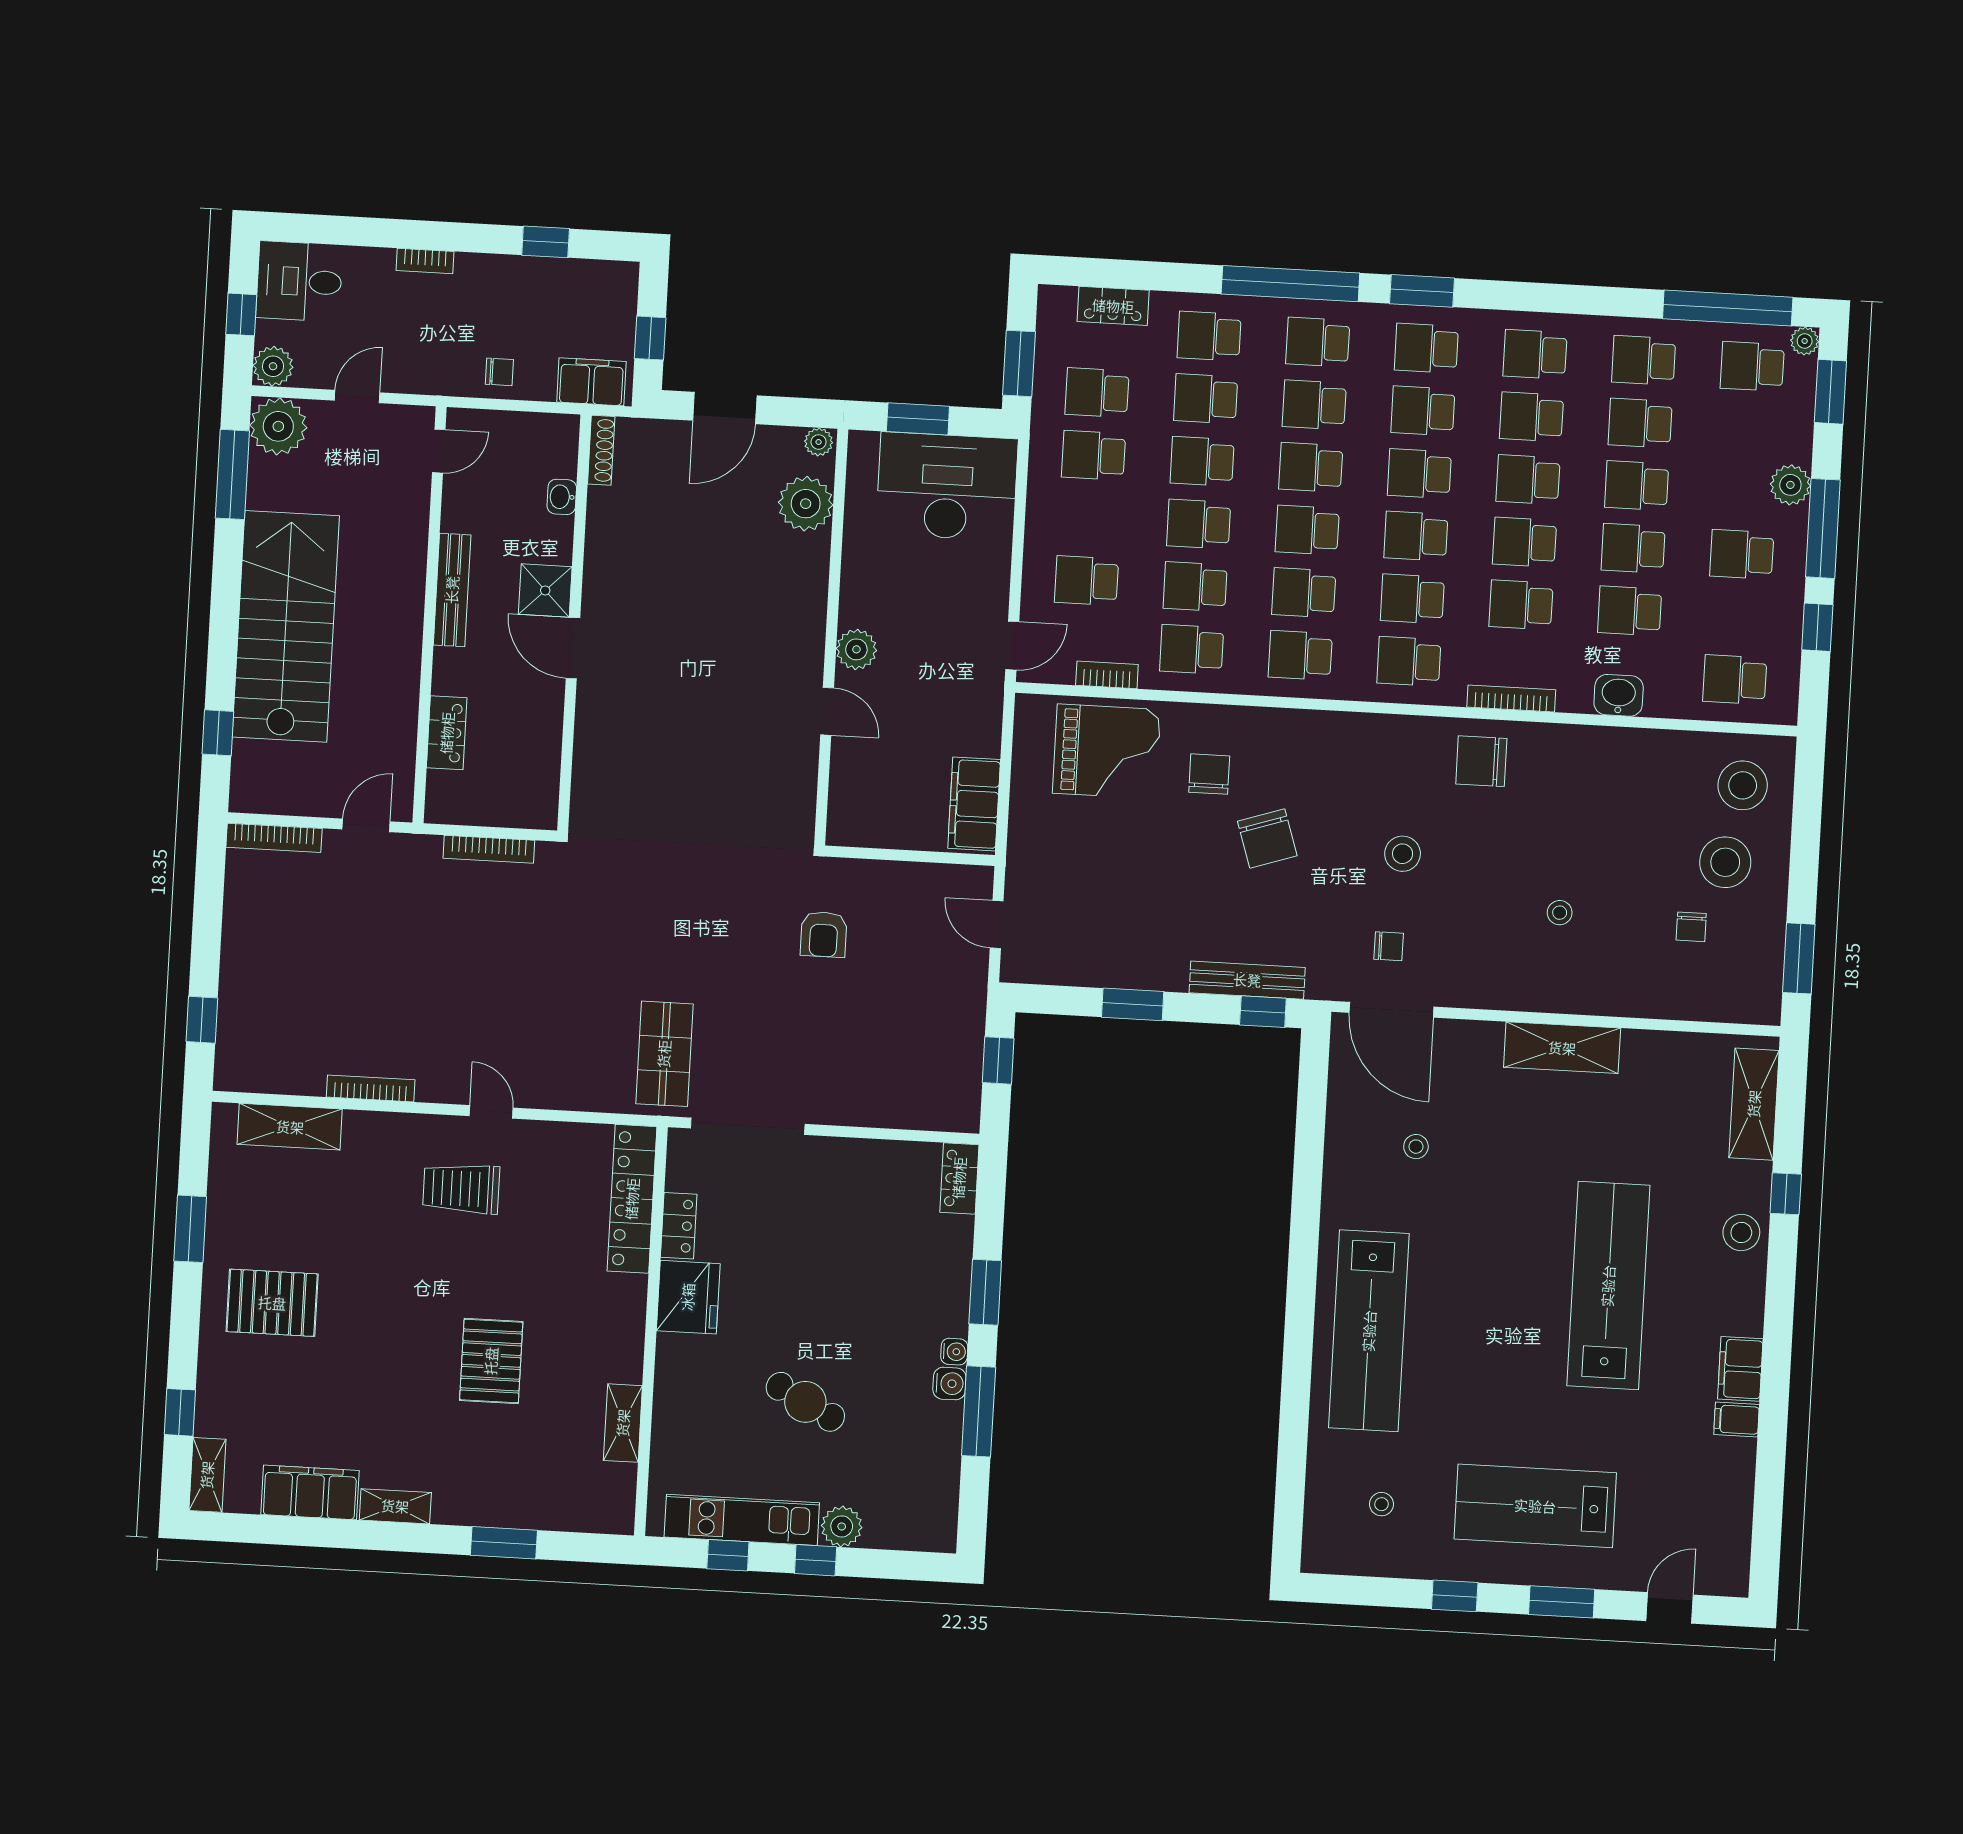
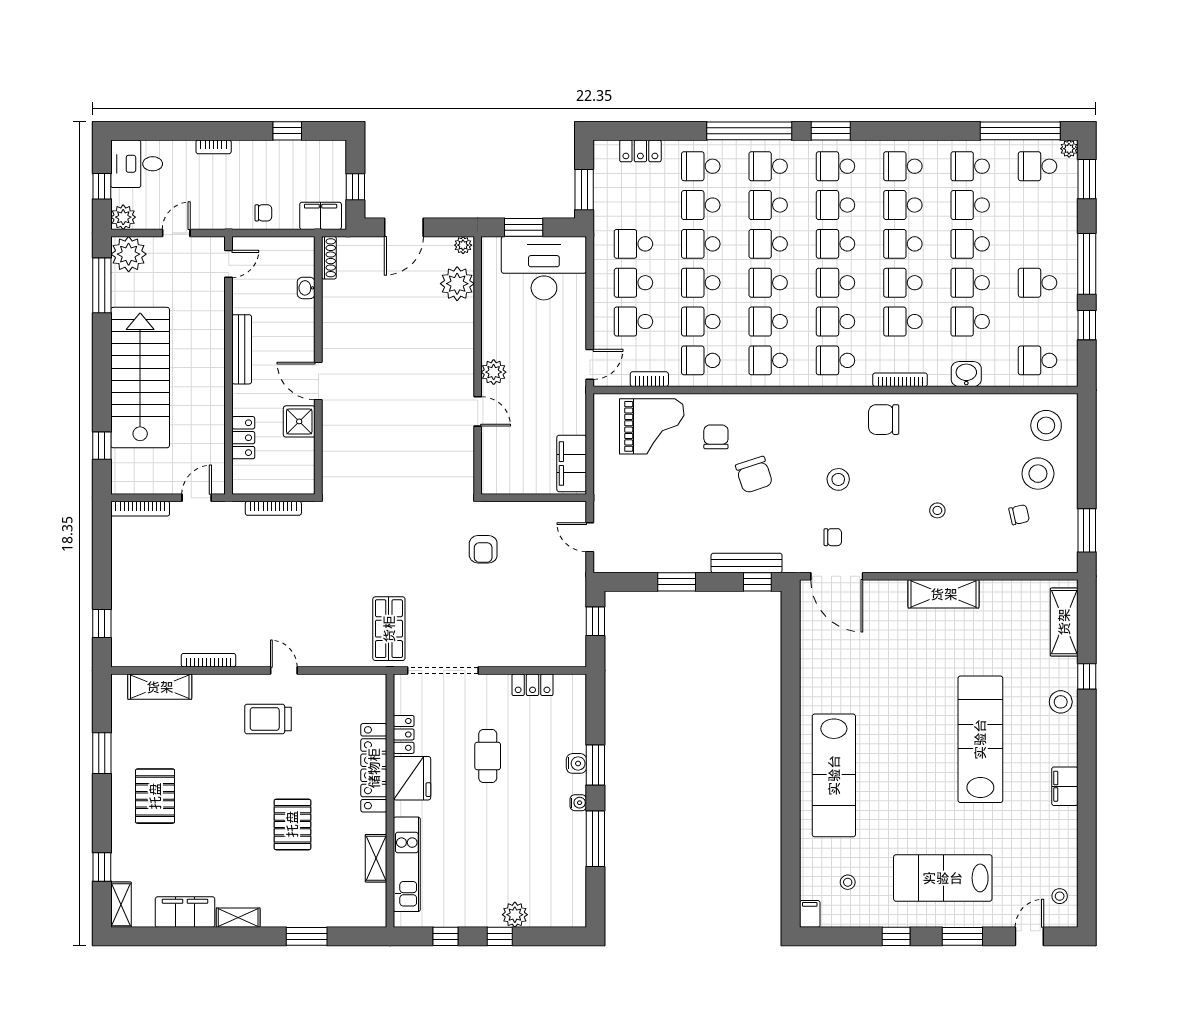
school desk: (1097, 393) -> (633, 283), moved
plant: (1790, 485) -> (1065, 238), removed
shower: (545, 590) -> (299, 421), moved
chair: (1691, 927) -> (1019, 515), turned -103
stool: (1416, 1147) -> (1060, 896), moved
locker: (959, 1178) -> (533, 685), moved, turned -90
locker: (632, 1199) -> (374, 768), moved
pallet: (272, 1303) -> (155, 796), turned 90
water cooler: (949, 1384) -> (576, 763), moved
cafe table: (805, 1402) -> (488, 756), moved, turned 62
filing cabinet: (1737, 1420) -> (810, 914), moved, turned 90
kitchen unit: (742, 1520) -> (407, 864), moved, turned 90

